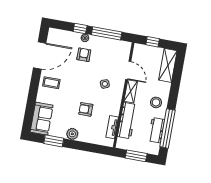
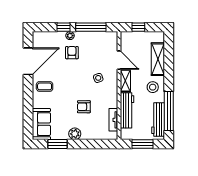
shelving: (168, 65) -> (158, 59), moved
workbench: (156, 130) -> (158, 119), width x1.37

